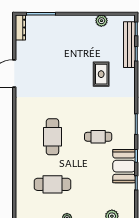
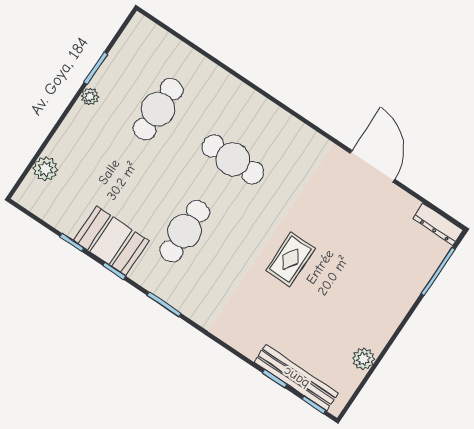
rug: (101, 74) -> (290, 259), moved, turned 90
cafe table: (98, 137) -> (185, 231), width x1.37, depth x1.35

